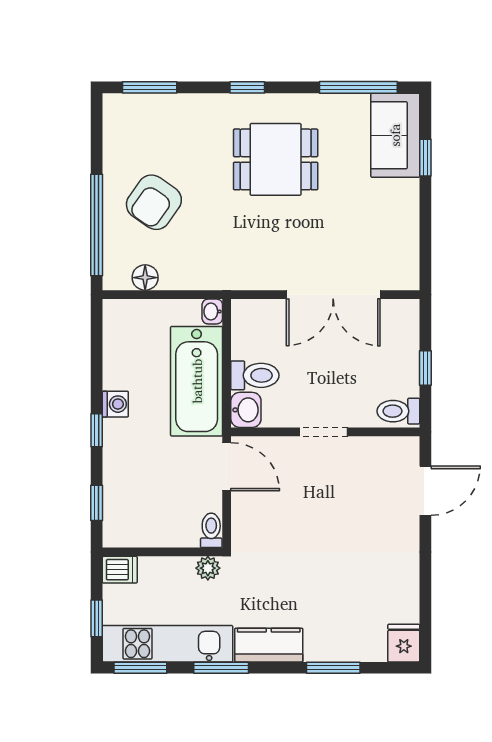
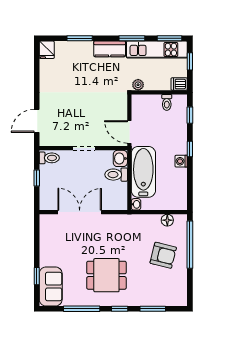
window: (150, 87) -> (153, 309), moved
window: (358, 87) -> (82, 309), moved
armchair: (154, 202) -> (163, 255), turned 69
toilet: (211, 530) -> (167, 102), moved

